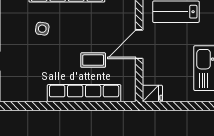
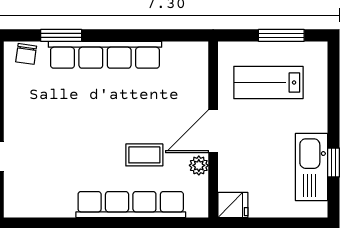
side table: (42, 29) -> (68, 108), removed
plant: (129, 67) -> (199, 165), added

